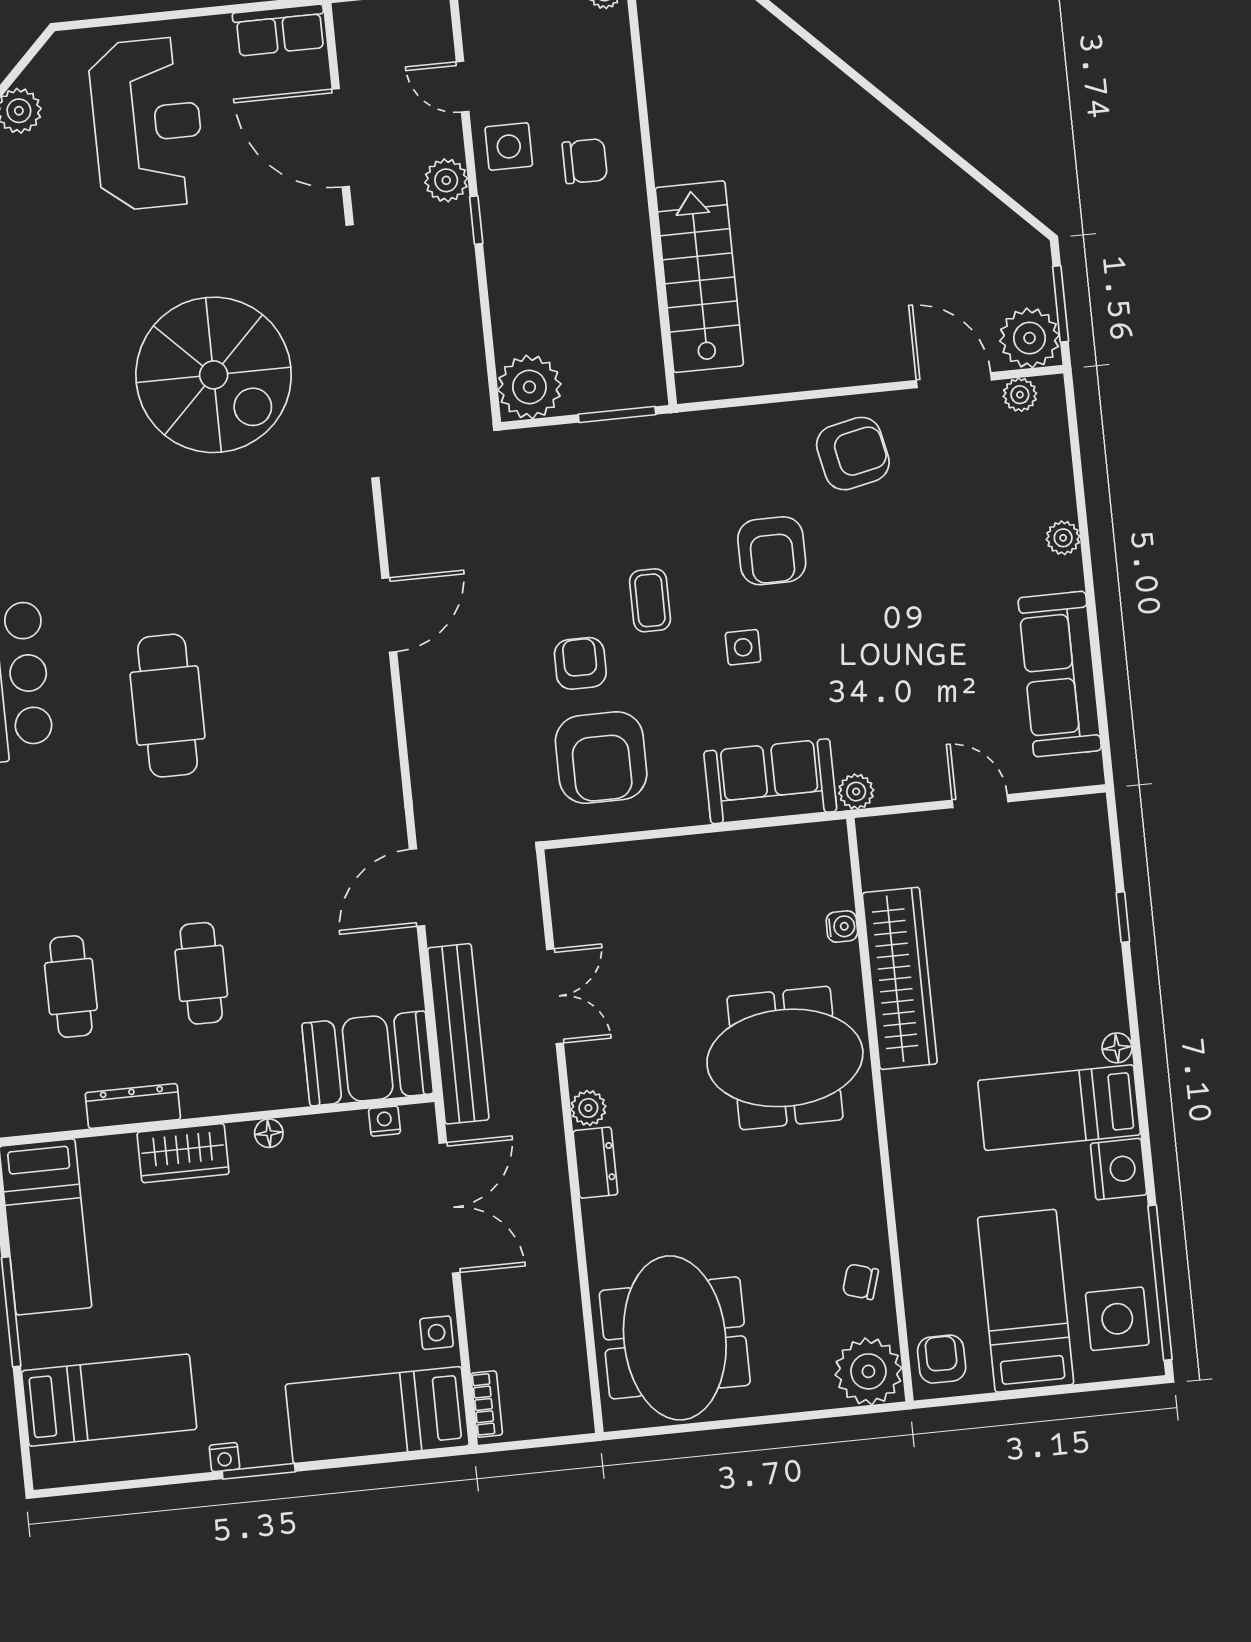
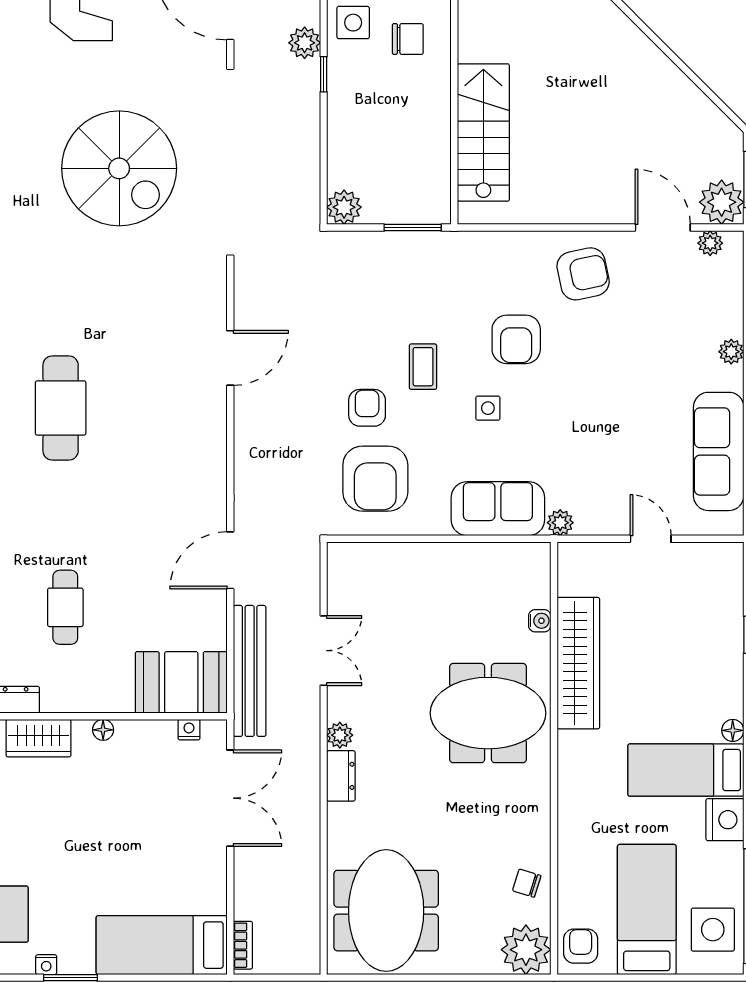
plant: (529, 387) -> (344, 207), width x0.73, depth x0.73
side table: (437, 1333) -> (211, 889), removed

